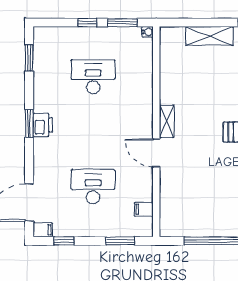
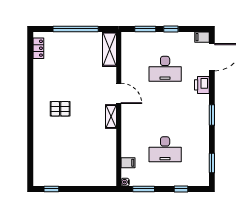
window: (87, 23) -> (181, 189), moved
shelving: (209, 36) -> (110, 49), moved, turned 90
printer: (43, 125) -> (202, 85), moved
filing cabinet: (144, 209) -> (128, 163), moved
window: (64, 241) -> (171, 29), moved

